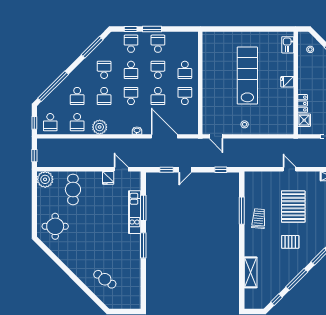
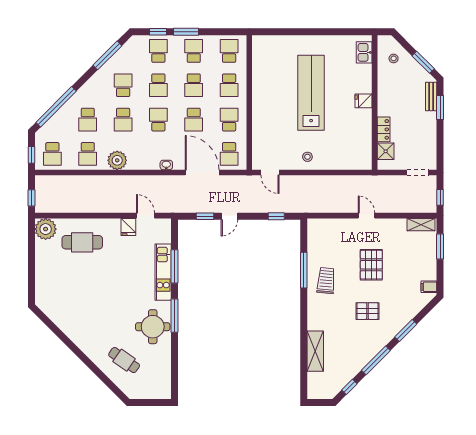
school desk: (185, 44) -> (229, 51), added
school desk: (158, 70) -> (194, 85), turned 180
school desk: (185, 122) -> (229, 154), added
cafe table: (73, 189) -> (82, 242), turned 90
pallet: (293, 207) -> (371, 265), width x0.73, depth x0.71
round table: (55, 226) -> (153, 327), moved

